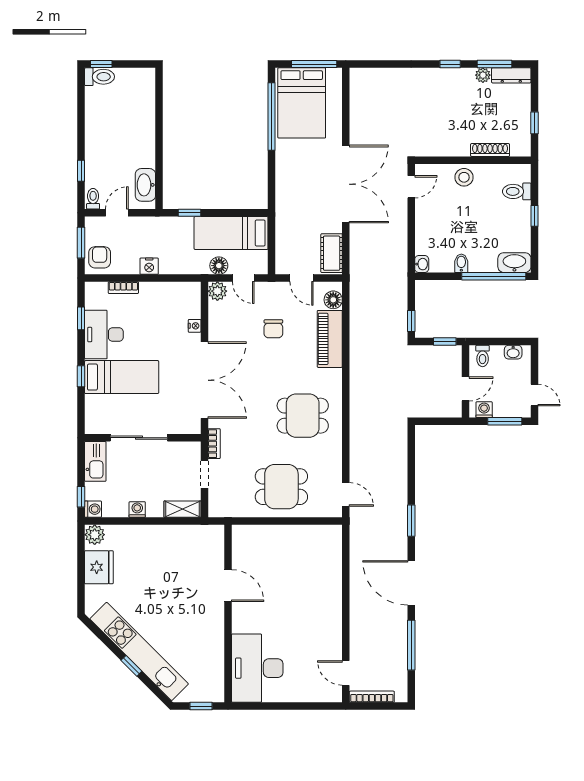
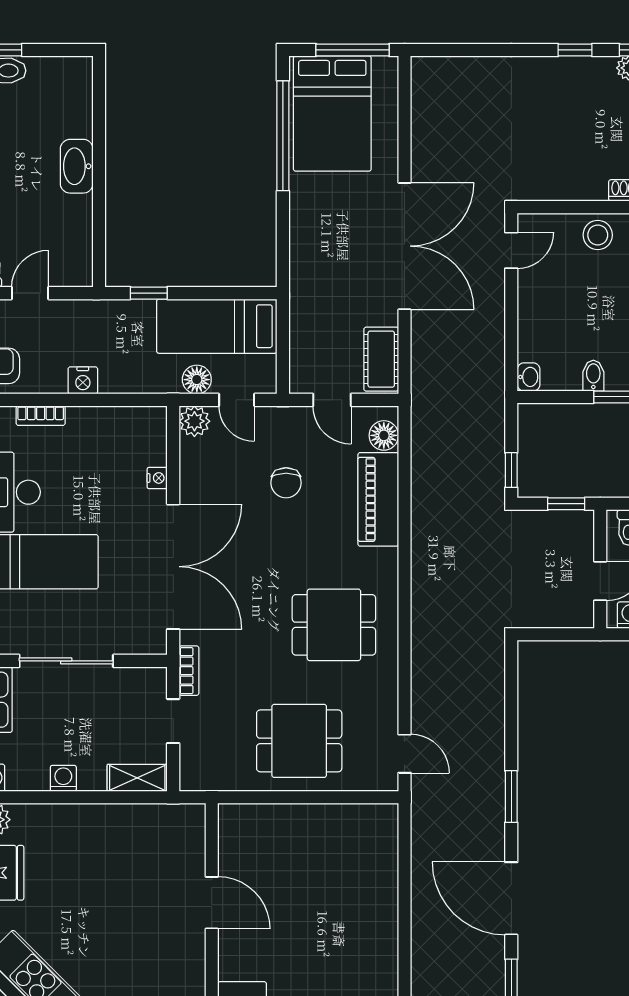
washbasin: (145, 185) -> (77, 166), moved

